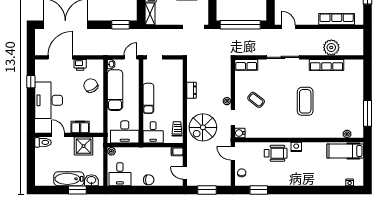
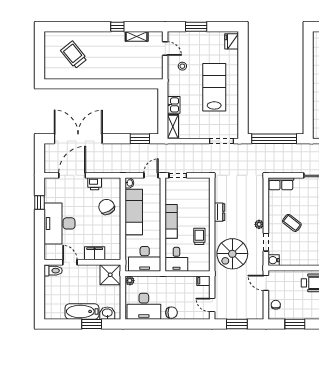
trolley: (177, 129) -> (199, 236), moved
shower: (84, 146) -> (110, 275), moved
desk: (120, 174) -> (144, 306), width x1.37

